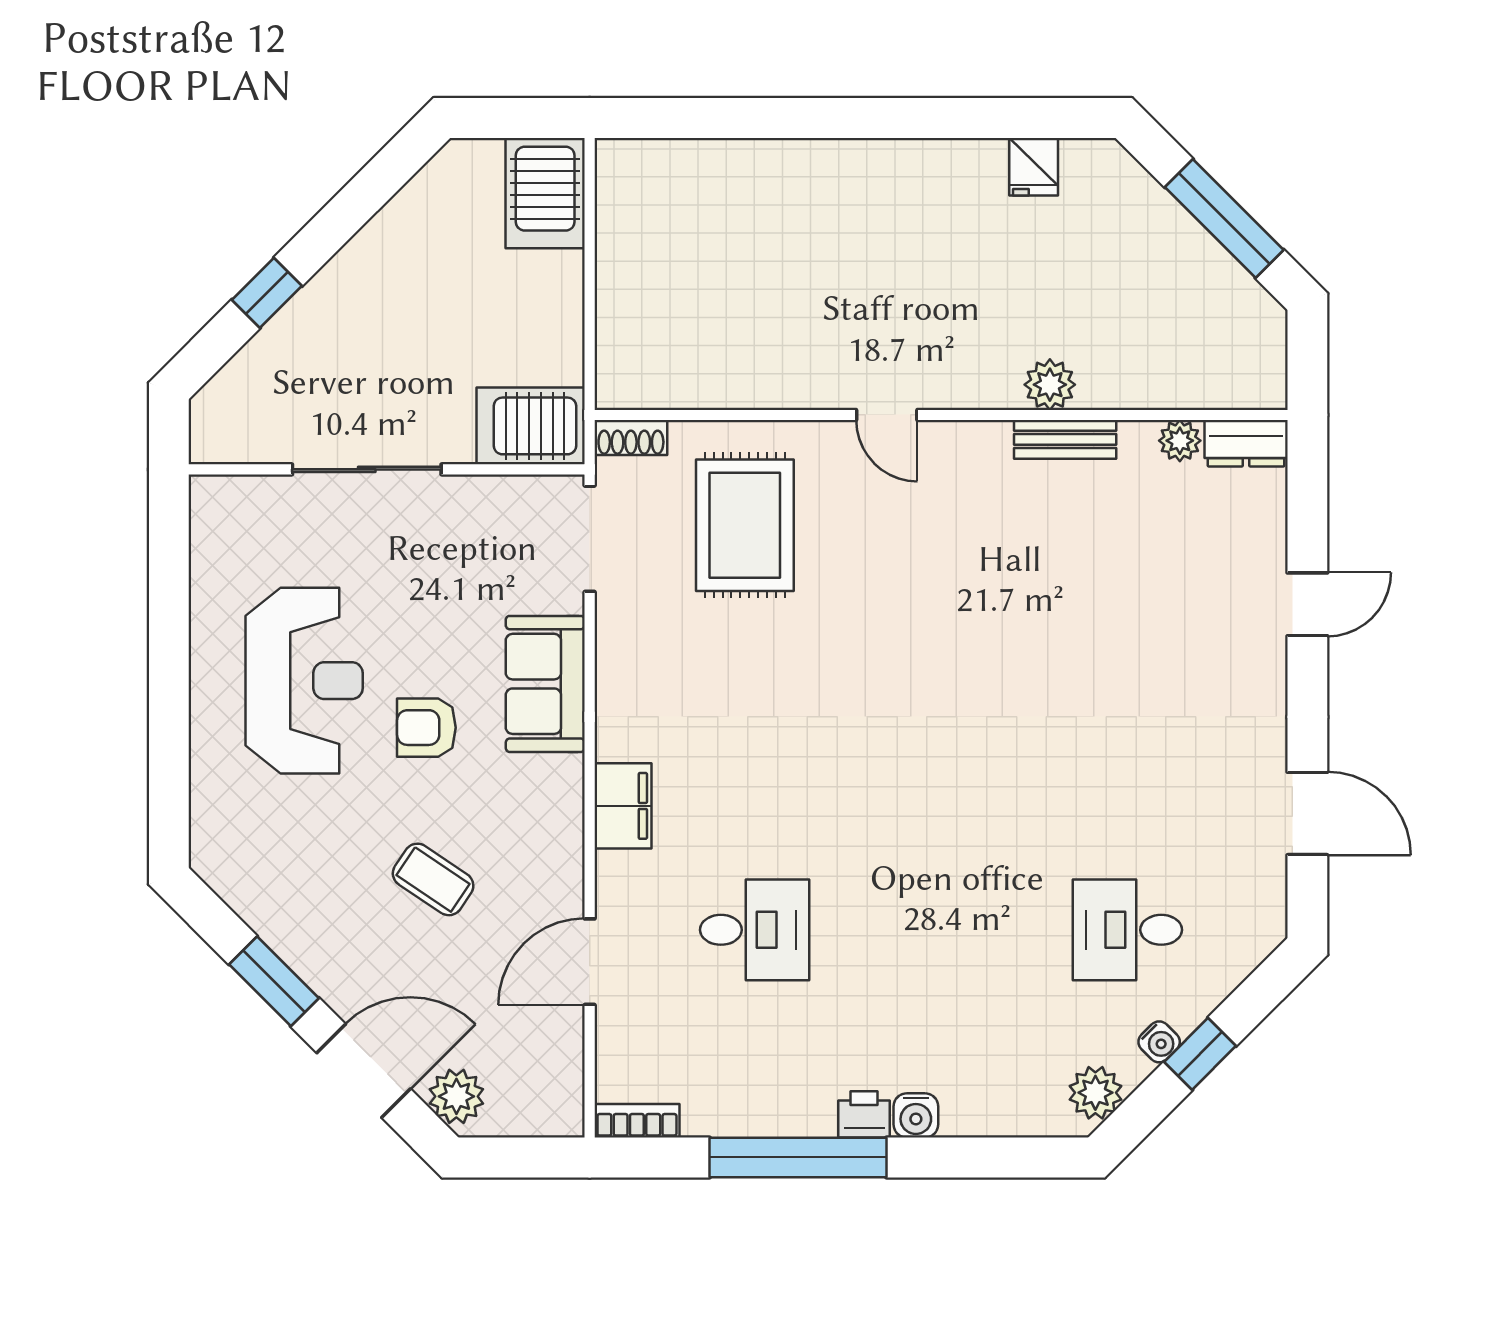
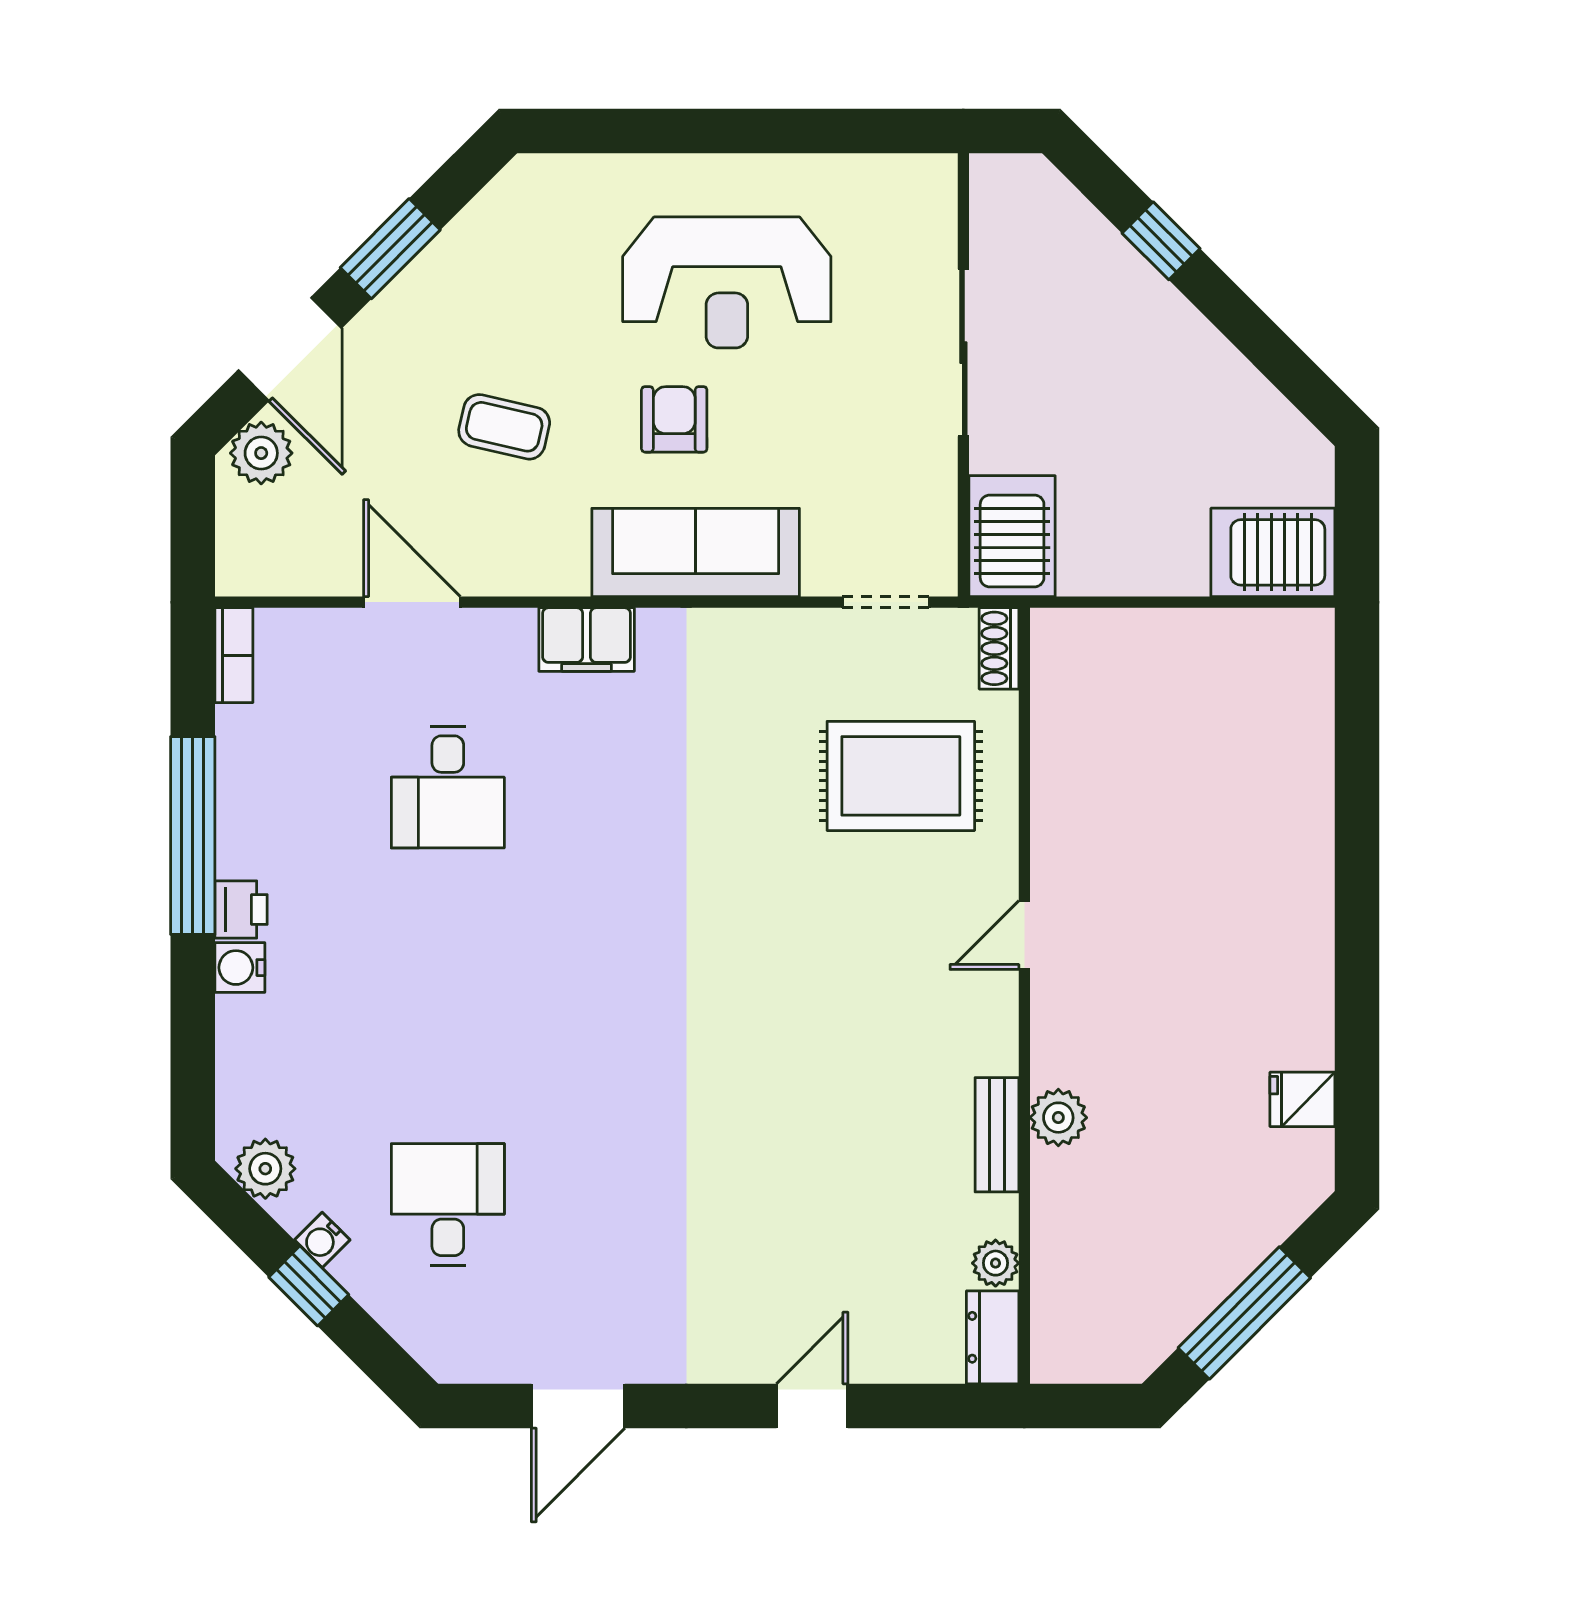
doorway: (590, 539) -> (886, 602), width x0.73
door: (1307, 604) -> (812, 1406), swing flipped
sofa: (545, 684) -> (696, 552), width x1.36
coffee table: (433, 879) -> (504, 427), turned 69

